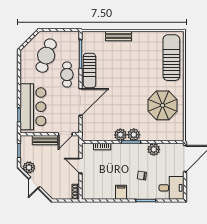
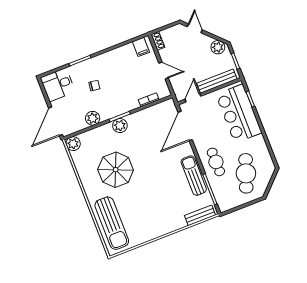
bench: (118, 36) -> (200, 215), moved
door: (81, 102) -> (185, 126), moved
parasol: (162, 105) -> (116, 170), moved
plant: (120, 135) -> (73, 144), moved
bench: (45, 140) -> (217, 81), width x1.36
door: (34, 183) -> (195, 28), moved
filing cabinet: (121, 192) -> (141, 47), moved

